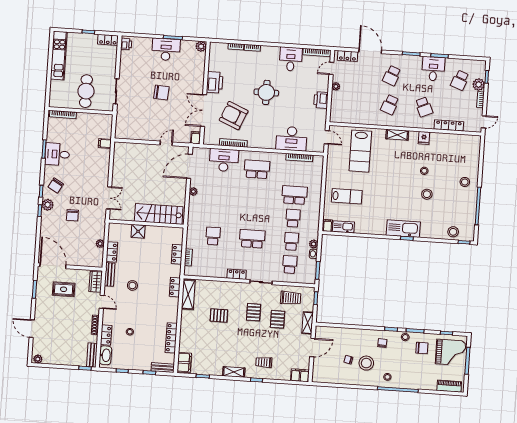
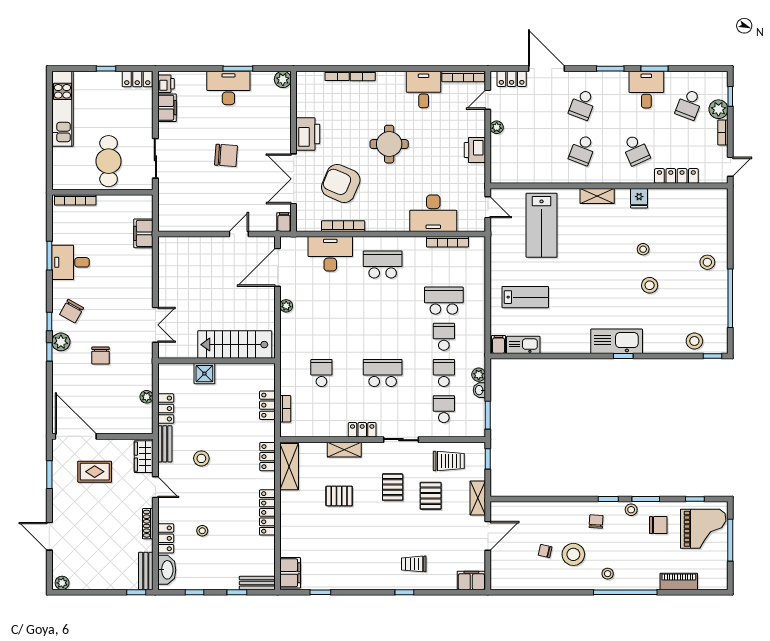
filing cabinet: (126, 59) -> (167, 108), added
filing cabinet: (105, 143) -> (143, 233), width x2.00
locker: (171, 338) -> (267, 512), moved
shelving: (234, 372) -> (344, 450), moved
piano: (449, 386) -> (679, 581), moved

